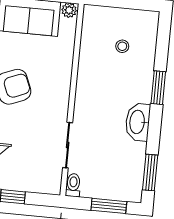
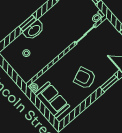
washbasin: (138, 122) -> (34, 30), moved

